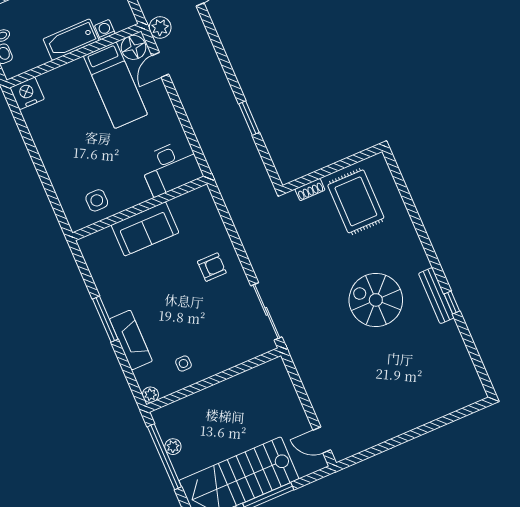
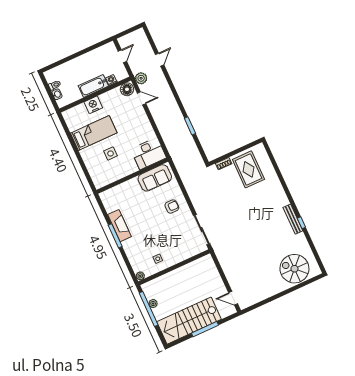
door: (160, 65) -> (142, 98), swing flipped
bed: (115, 85) -> (94, 133), moved, turned -90
nightstand: (27, 93) -> (93, 105), moved
side table: (97, 200) -> (111, 153), moved
sofa: (145, 229) -> (155, 178), moved
spiral stairs: (376, 300) -> (294, 269), moved
fireplace: (131, 340) -> (119, 226), moved

